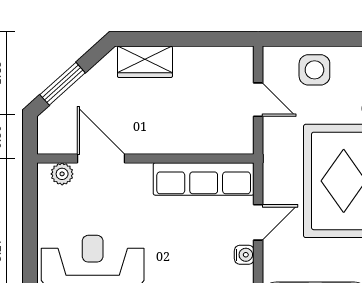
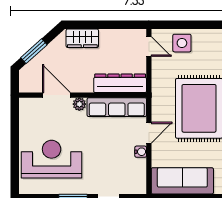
door: (258, 100) -> (149, 47), moved
dresser: (209, 138) -> (120, 83), added
plant: (62, 174) -> (79, 104), moved

